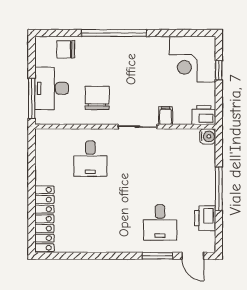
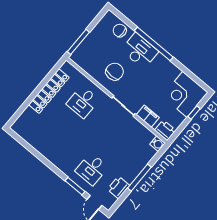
desk: (52, 88) -> (140, 51), moved, turned 90
filing cabinet: (166, 116) -> (148, 116), width x2.00
locker: (44, 219) -> (49, 91), moved

